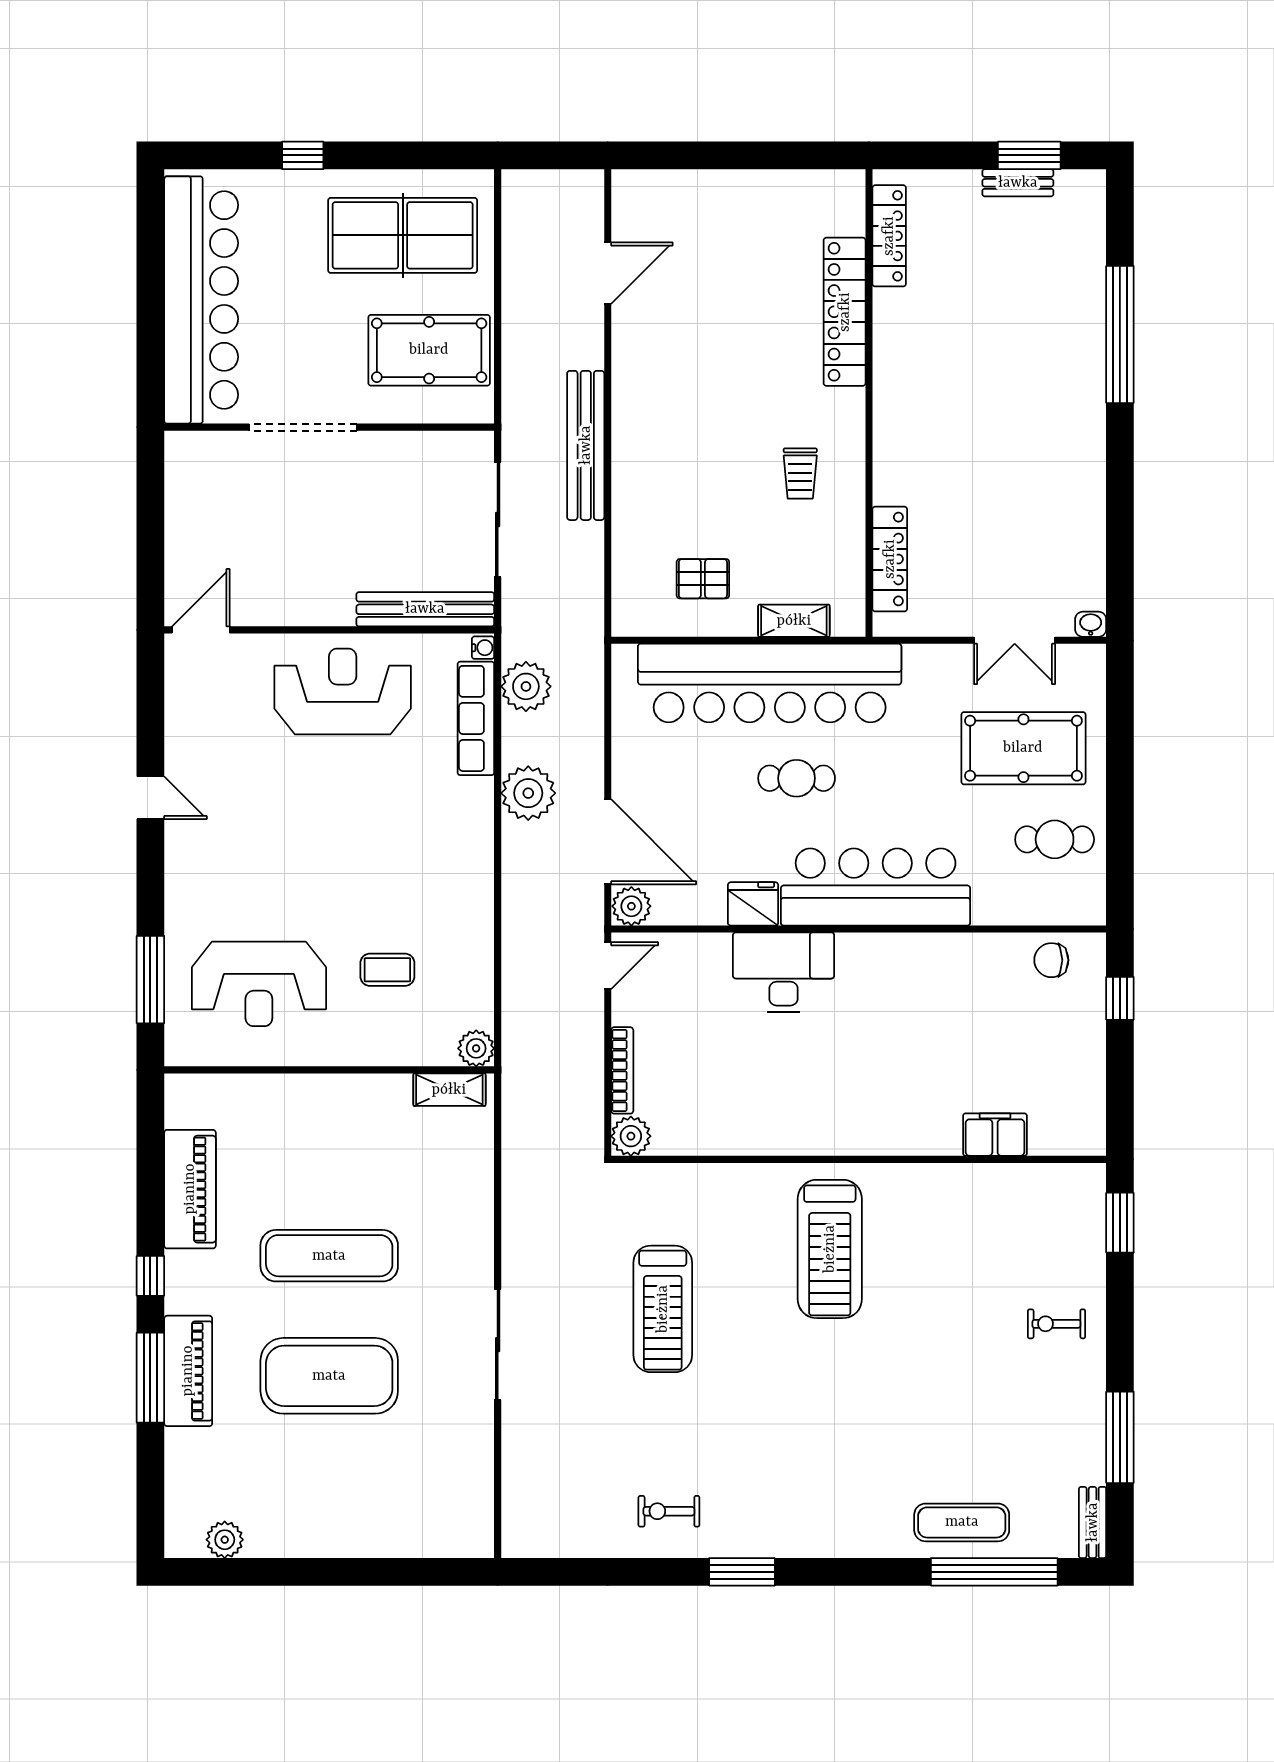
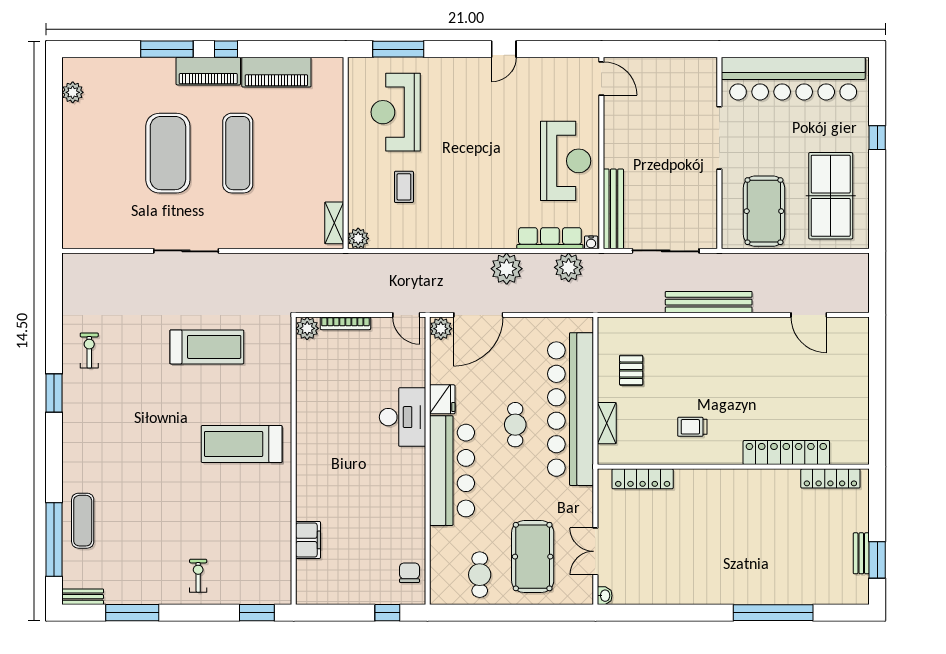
treadmill: (663, 1309) -> (207, 347), turned 180
piano: (188, 1371) -> (208, 71), moved

